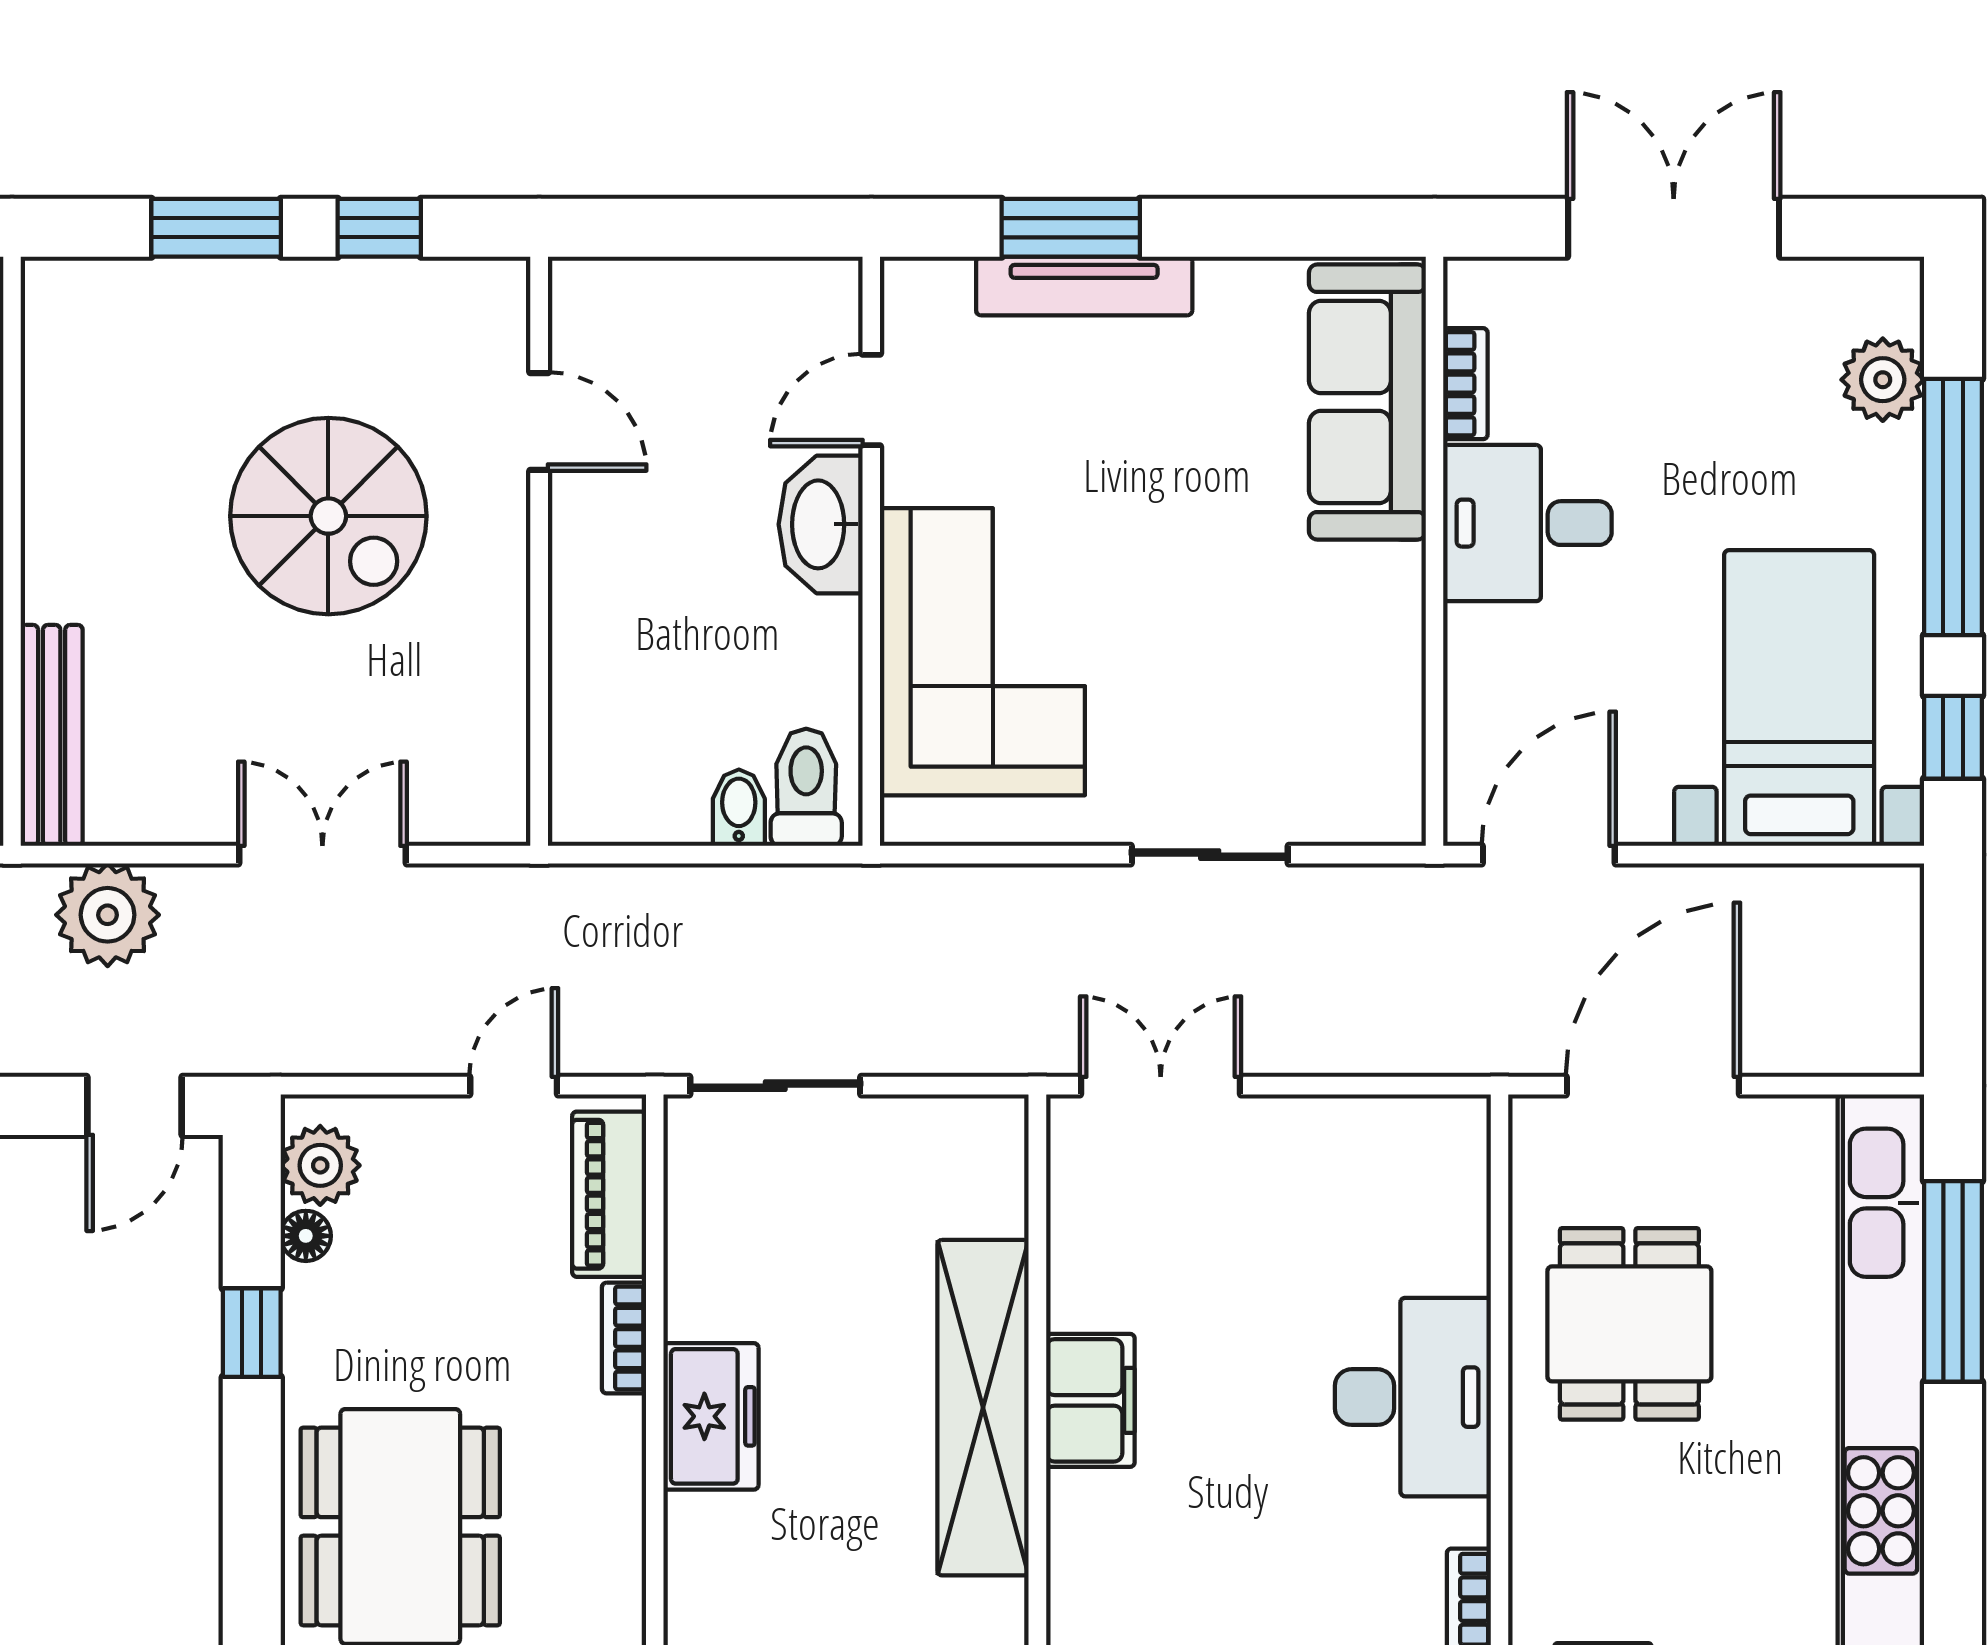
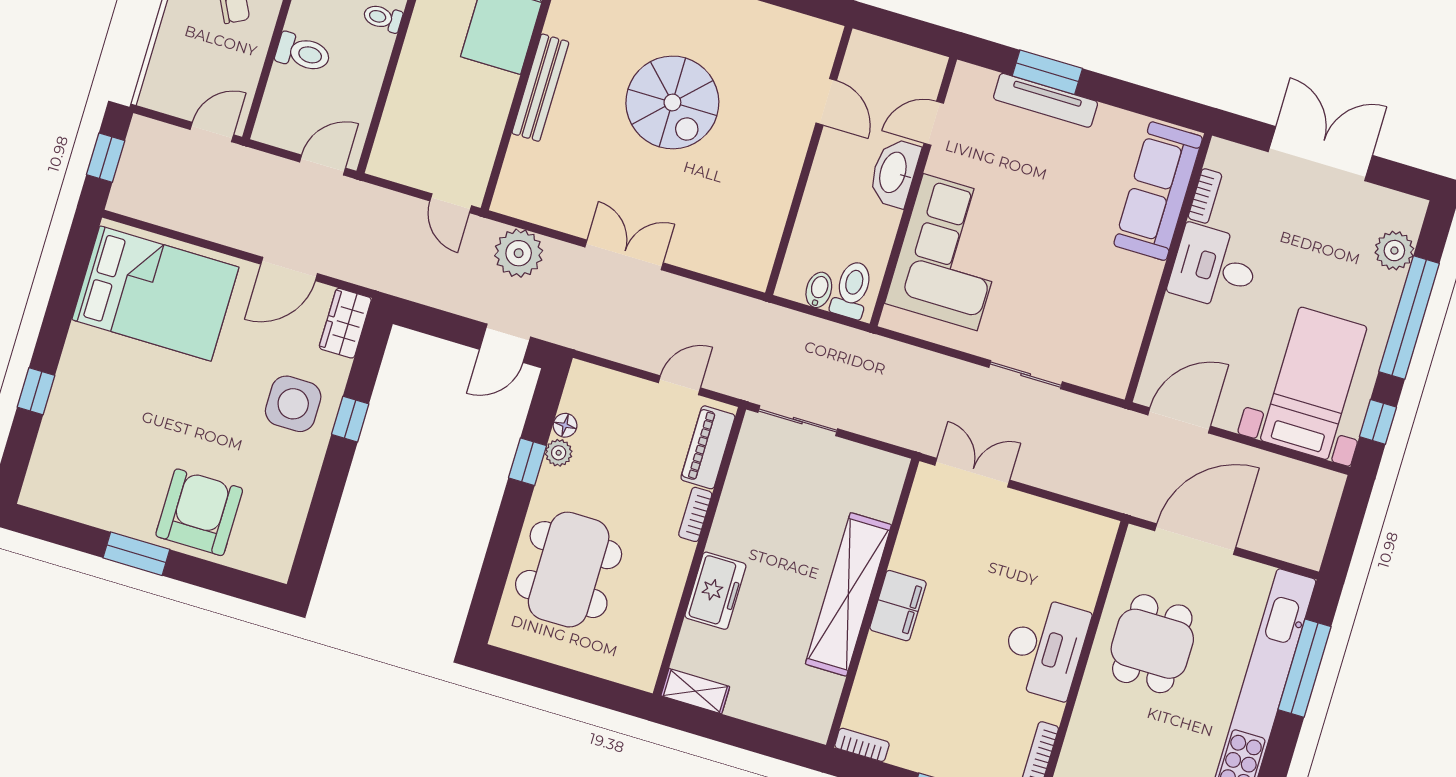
door: (539, 422) -> (826, 102), moved
wall: (539, 551) -> (809, 161), moved
bench: (52, 735) -> (540, 88), moved
plant: (320, 1165) -> (559, 453), moved, width x0.73, depth x0.73
freezer: (711, 1416) -> (715, 591), moved

